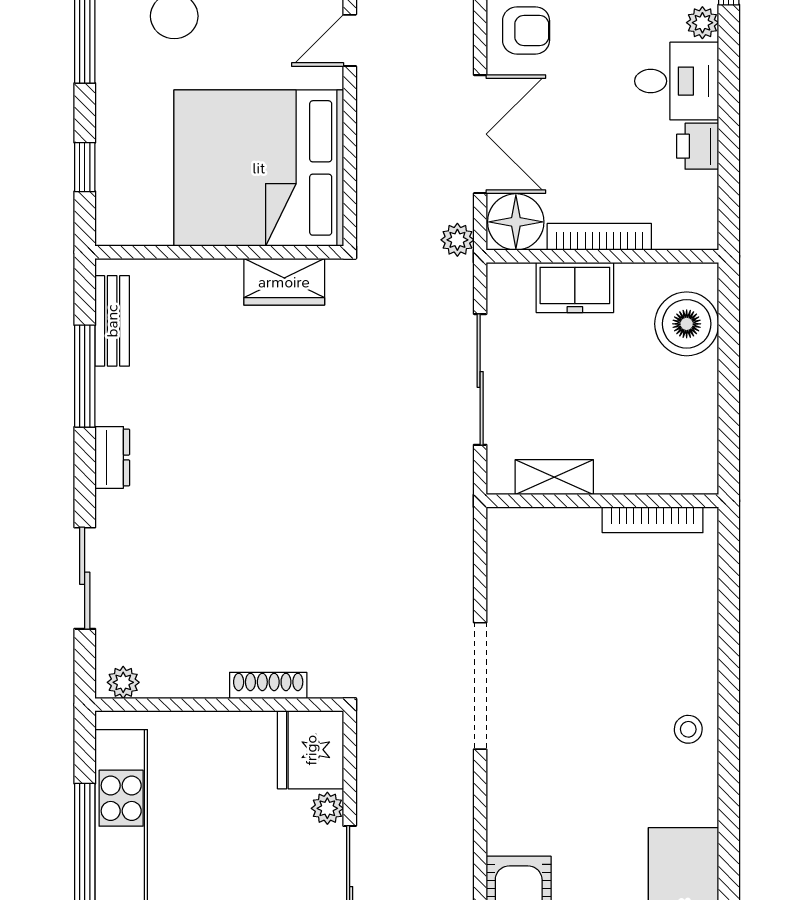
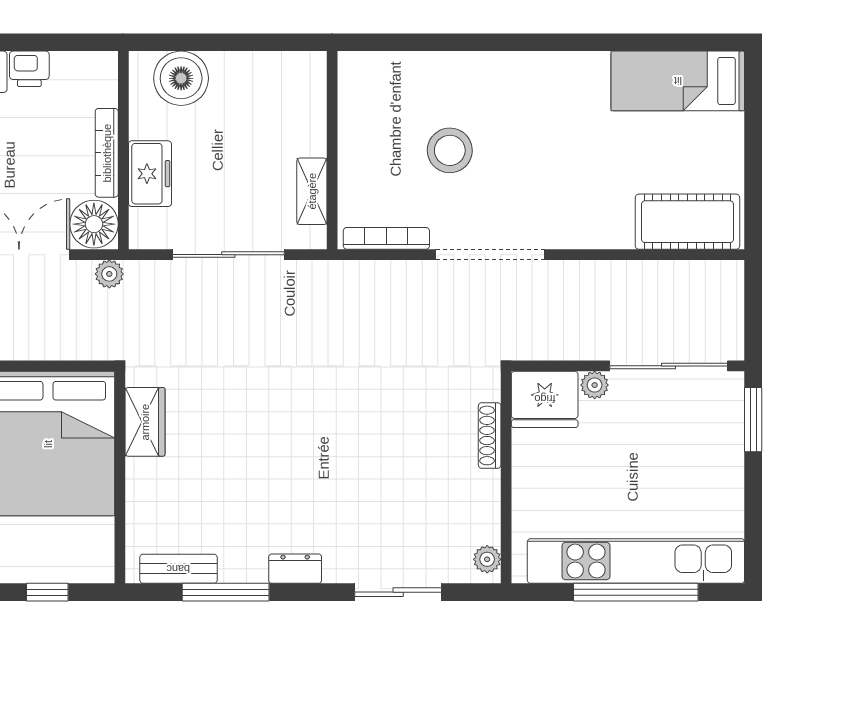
bookcase: (653, 520) -> (386, 238), moved, turned -90
stool: (688, 729) -> (450, 150), moved, width x1.89, depth x1.89

